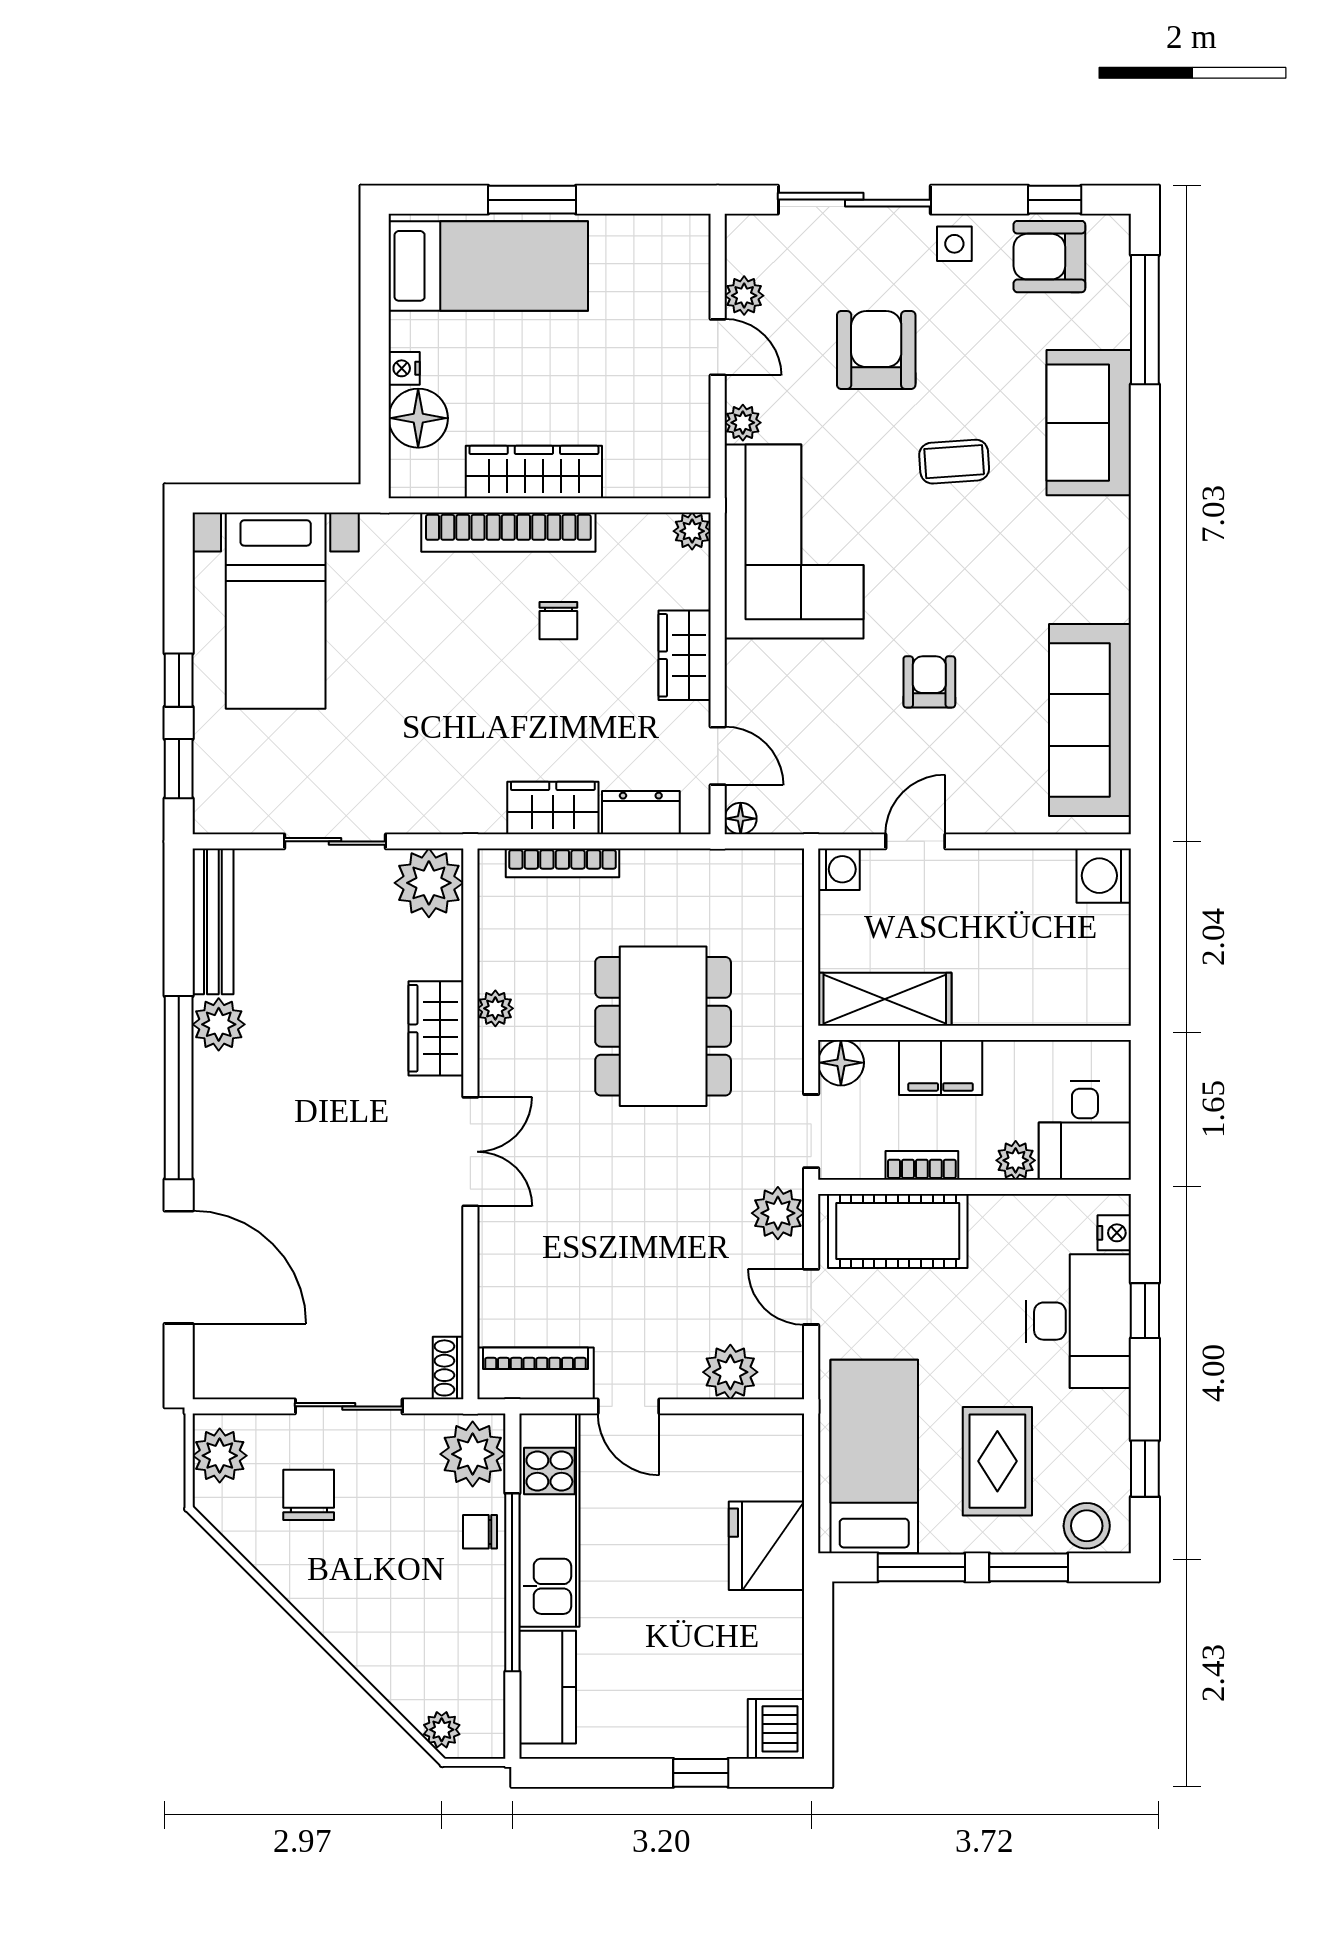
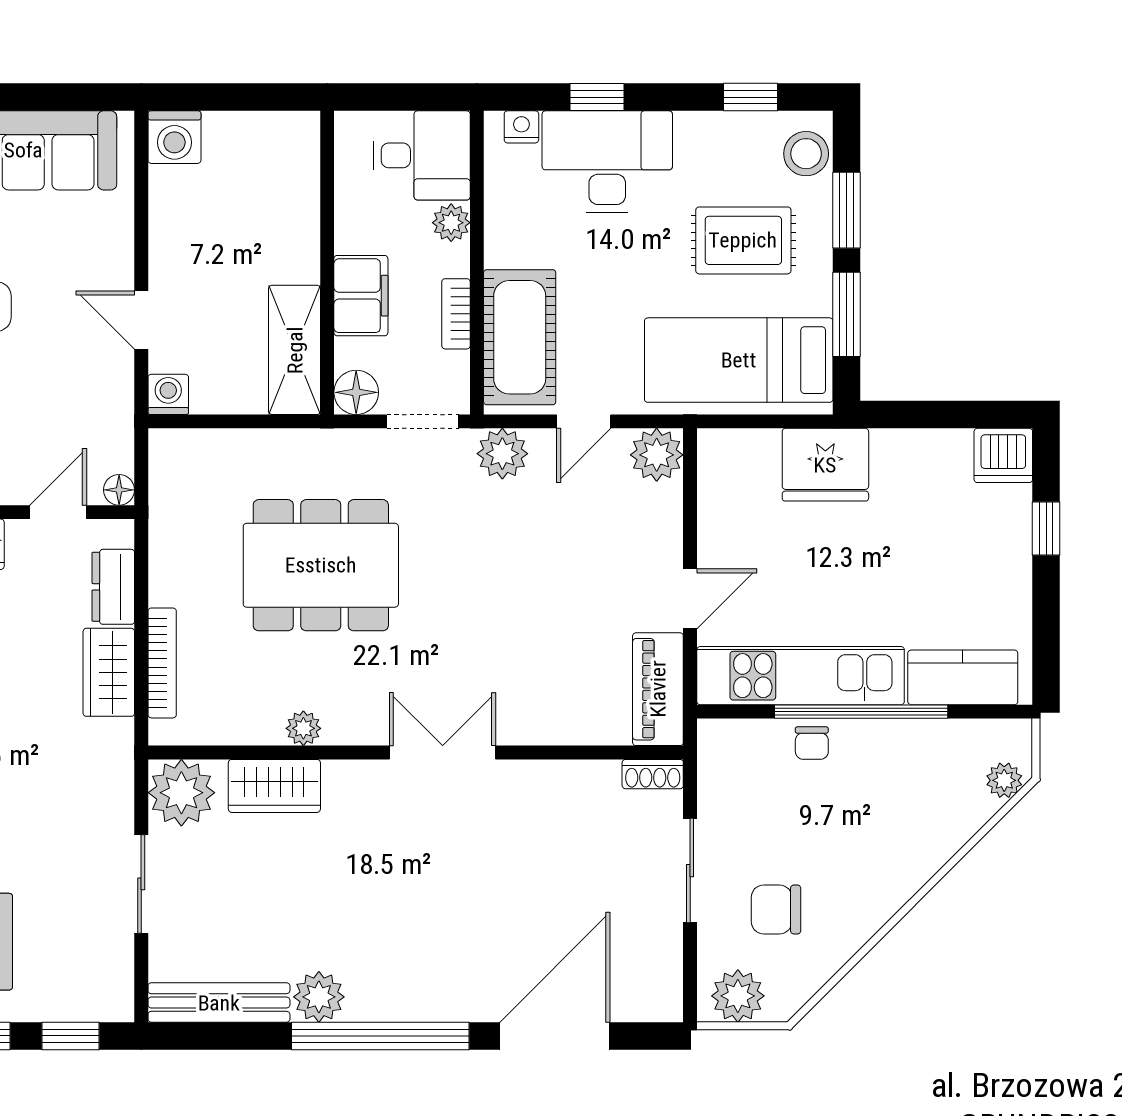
wardrobe: (436, 1028) -> (274, 786), moved
plant: (730, 1372) -> (657, 455), moved
plant: (473, 1454) -> (736, 750), removed

